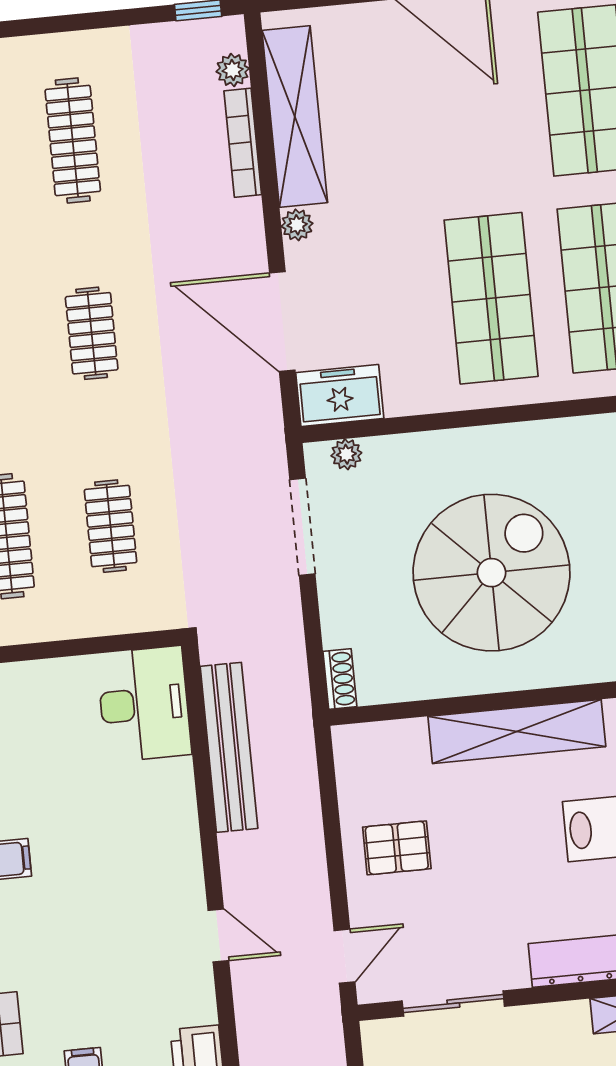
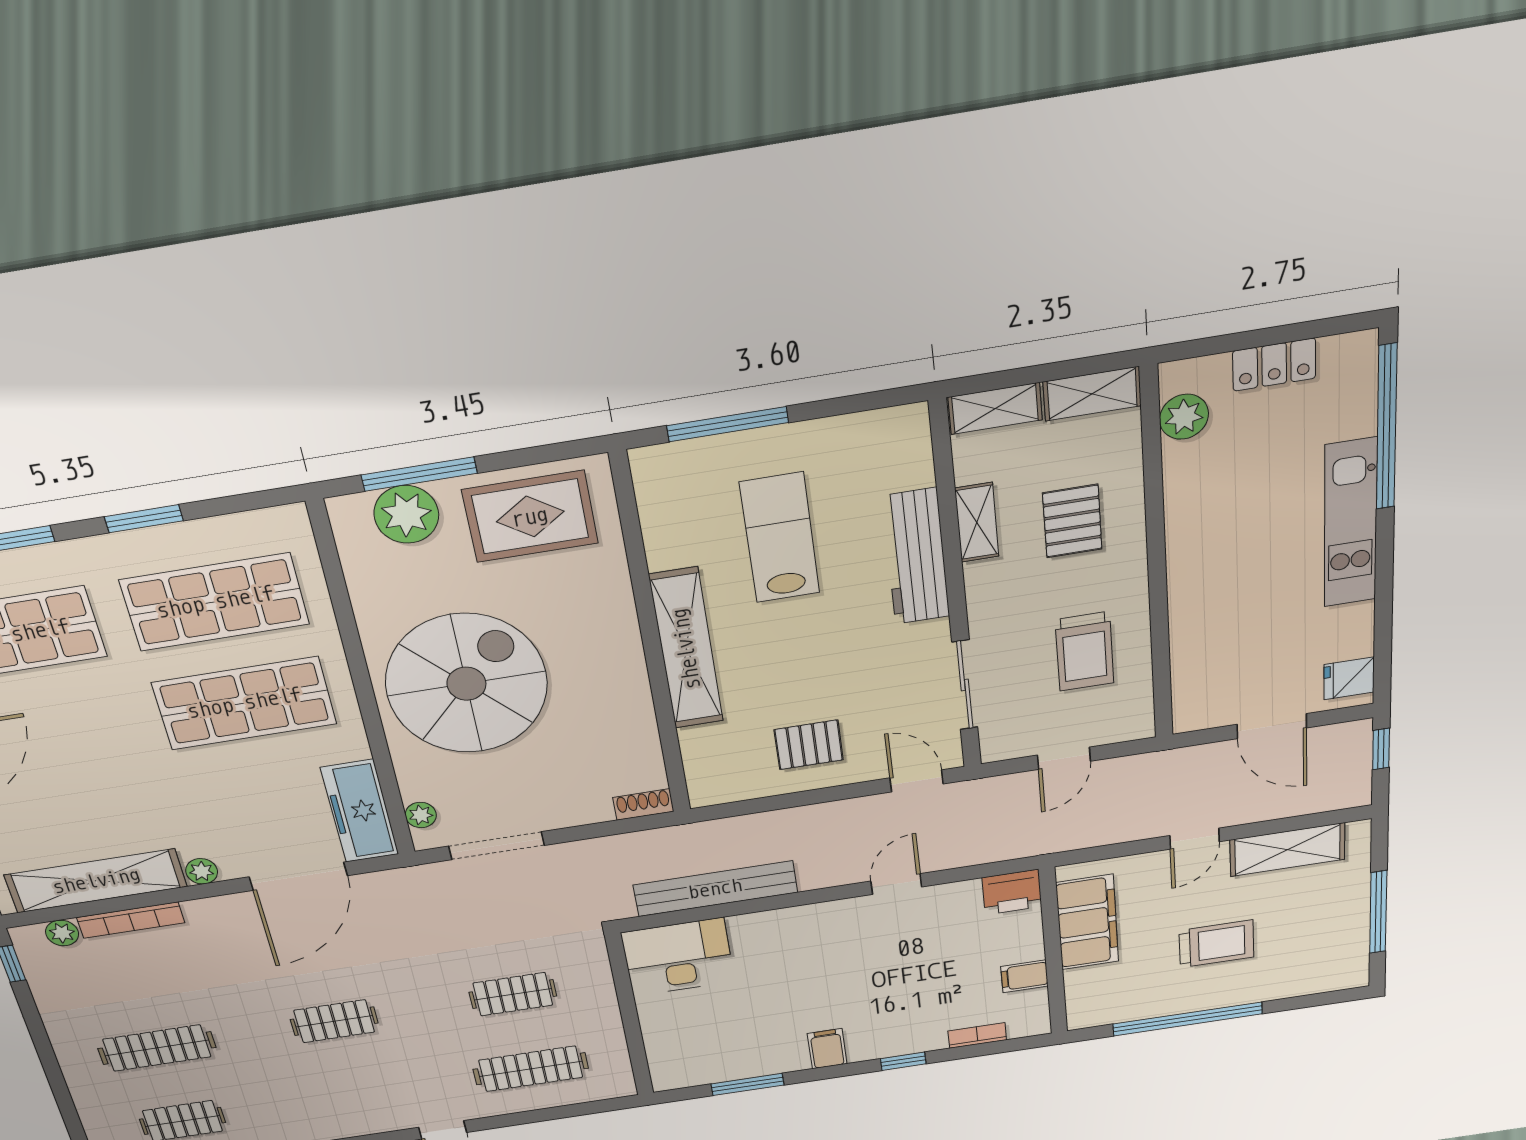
freezer: (340, 396) -> (360, 811), width x1.40
spiral stairs: (492, 573) -> (466, 684), moved, turned 90
pallet: (397, 848) -> (809, 745), turned 90

